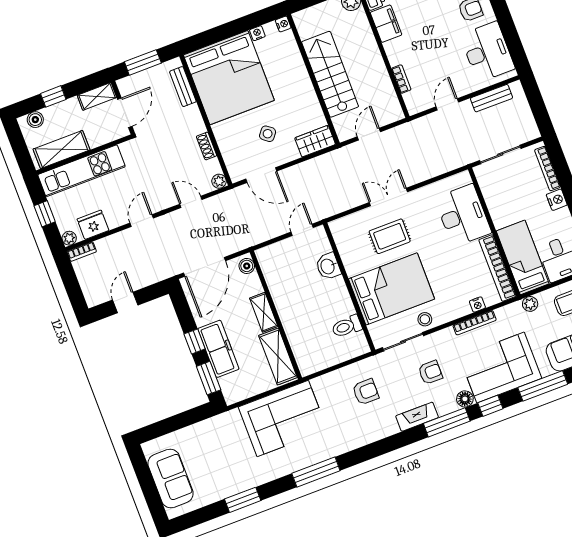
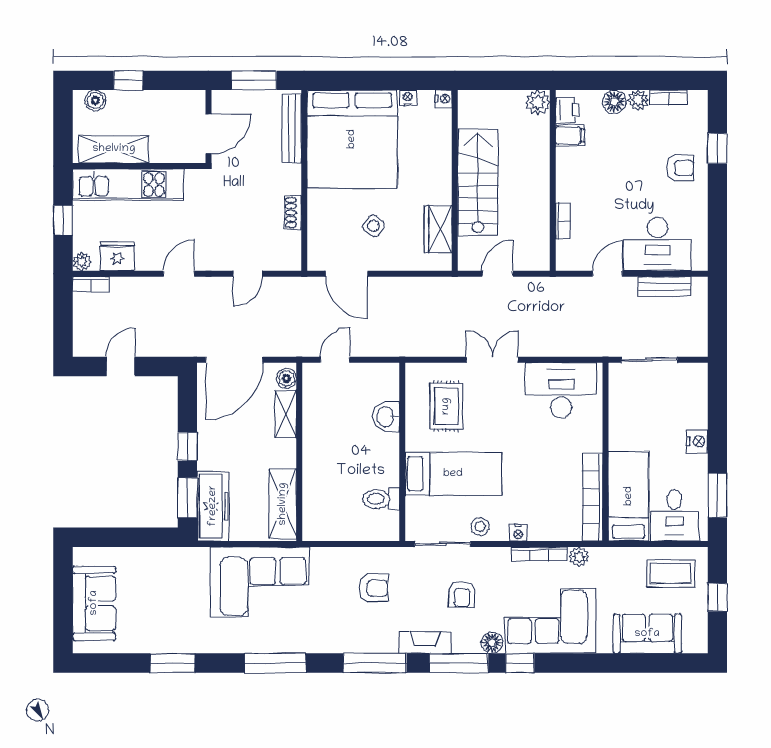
filing cabinet: (386, 24) -> (570, 135), width x0.50
desk: (487, 52) -> (657, 244), moved, turned 90
bench: (183, 87) -> (292, 129), width x1.36
shelving: (97, 96) -> (182, 101), removed
wardrobe: (315, 141) -> (438, 229), moved, turned -90
bookcase: (547, 169) -> (700, 399), removed
plant: (219, 181) -> (292, 261), removed
door: (191, 202) -> (248, 274), swing flipped
desk: (463, 215) -> (561, 390), moved, turned -90
door: (302, 230) -> (335, 360), moved
rug: (390, 236) -> (446, 406), moved, turned 90
bed: (392, 289) -> (453, 474), width x0.67
nightstand: (477, 304) -> (518, 533), moved
plant: (530, 304) -> (579, 557), moved
shelving: (264, 312) -> (286, 414), moved
freezer: (218, 349) -> (213, 506), moved
armchair: (430, 372) -> (462, 594), turned 92
window: (543, 386) -> (375, 663), moved

